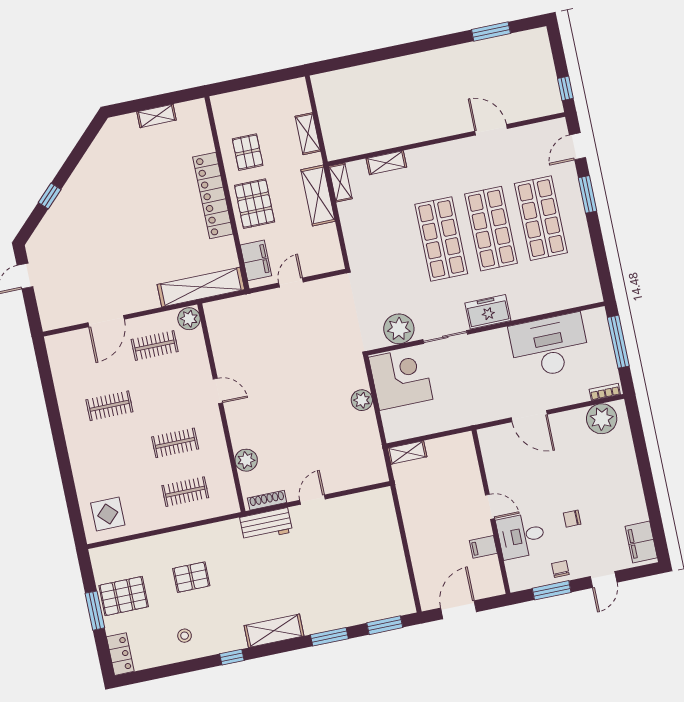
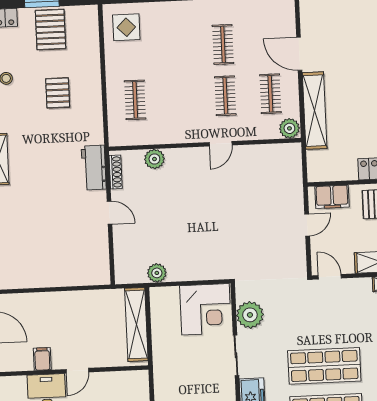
door: (343, 249) -> (330, 277), added
door: (291, 282) -> (307, 225), hinge flipped
shelving: (201, 287) -> (315, 111), moved
plant: (362, 400) -> (157, 273), moved
clothes rail: (175, 443) -> (225, 96), moved
shelving: (407, 452) -> (136, 324), width x2.20, depth x1.33

